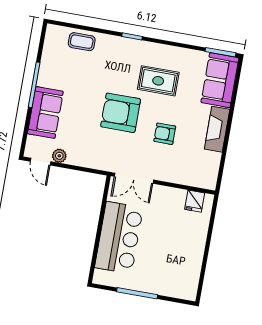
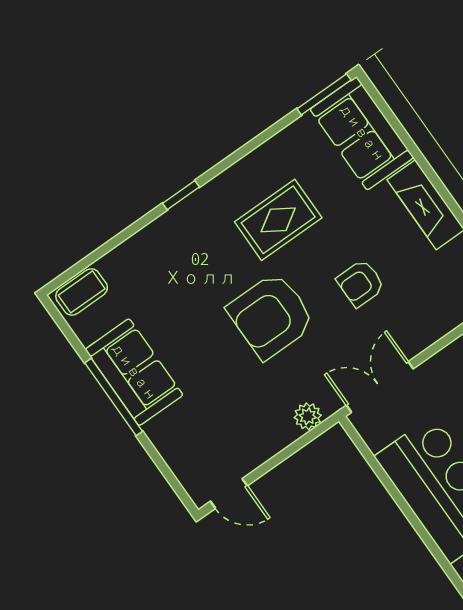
coffee table: (82, 42) -> (82, 292), moved
sofa: (45, 112) -> (134, 372), moved
plant: (59, 156) -> (308, 416), moved
double door: (134, 178) -> (380, 387), swing flipped

